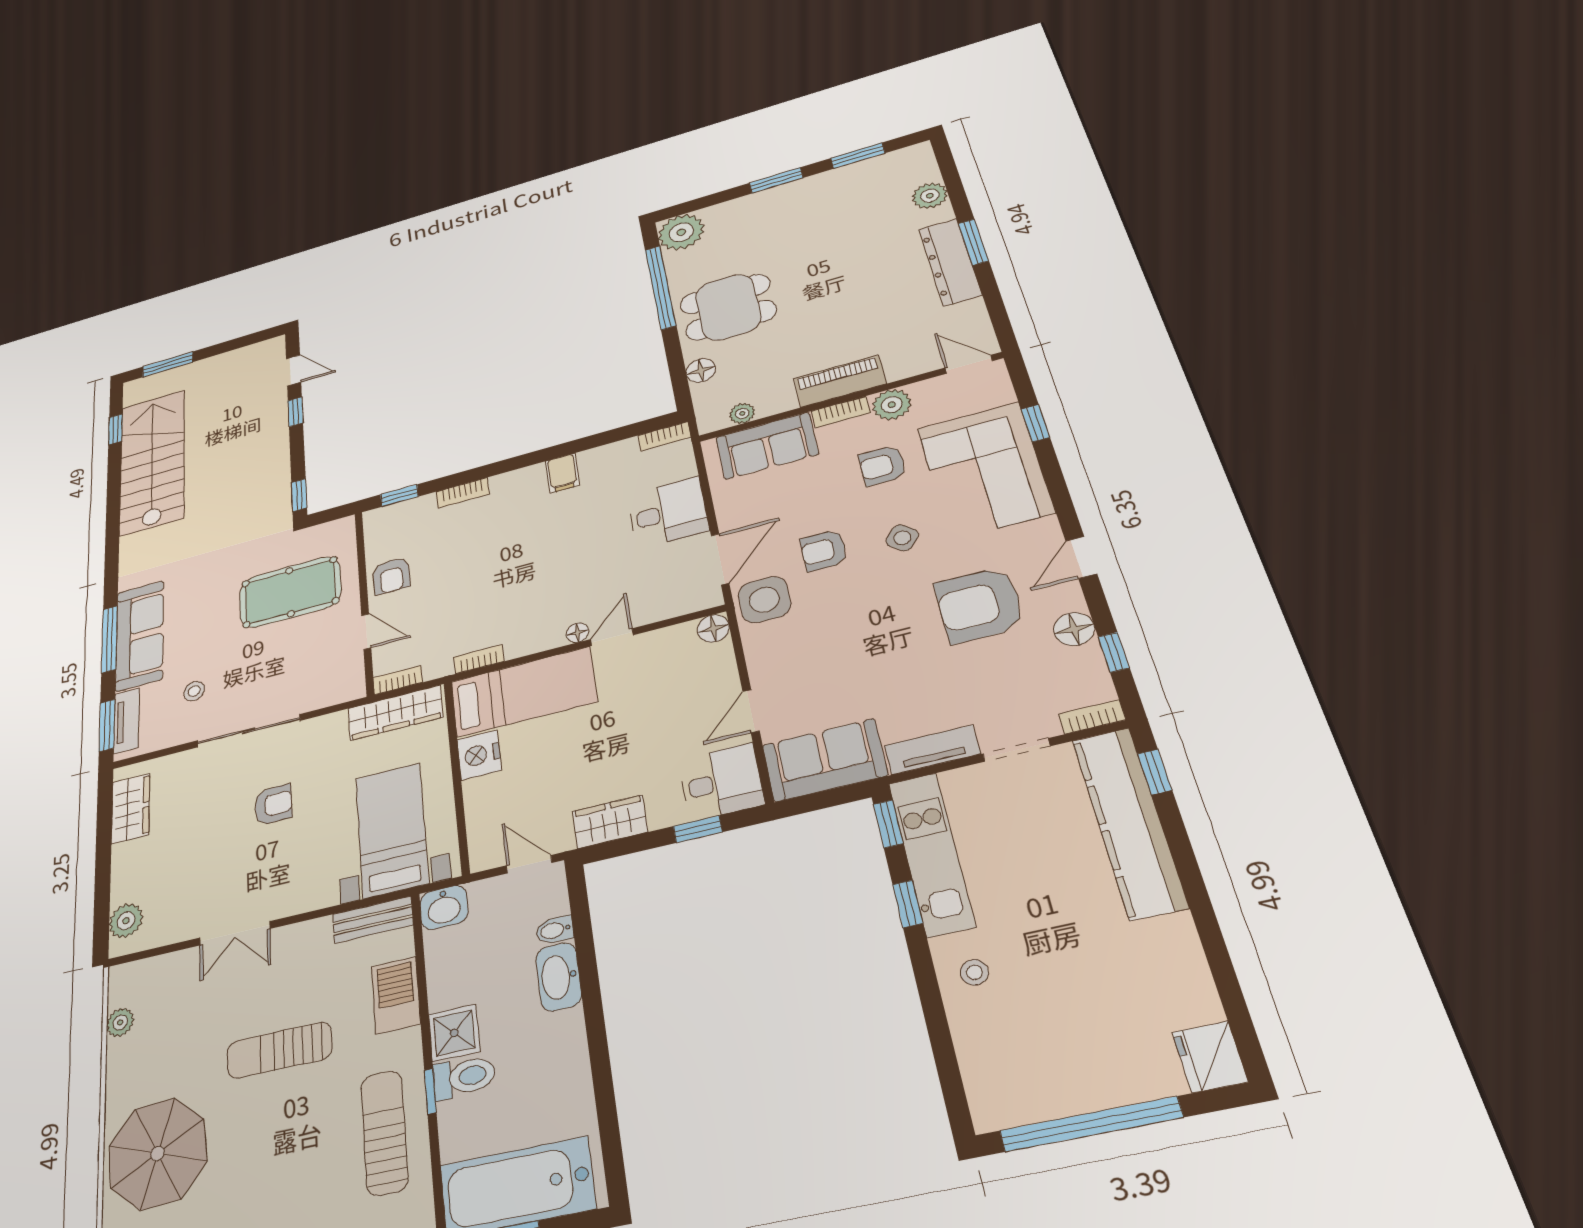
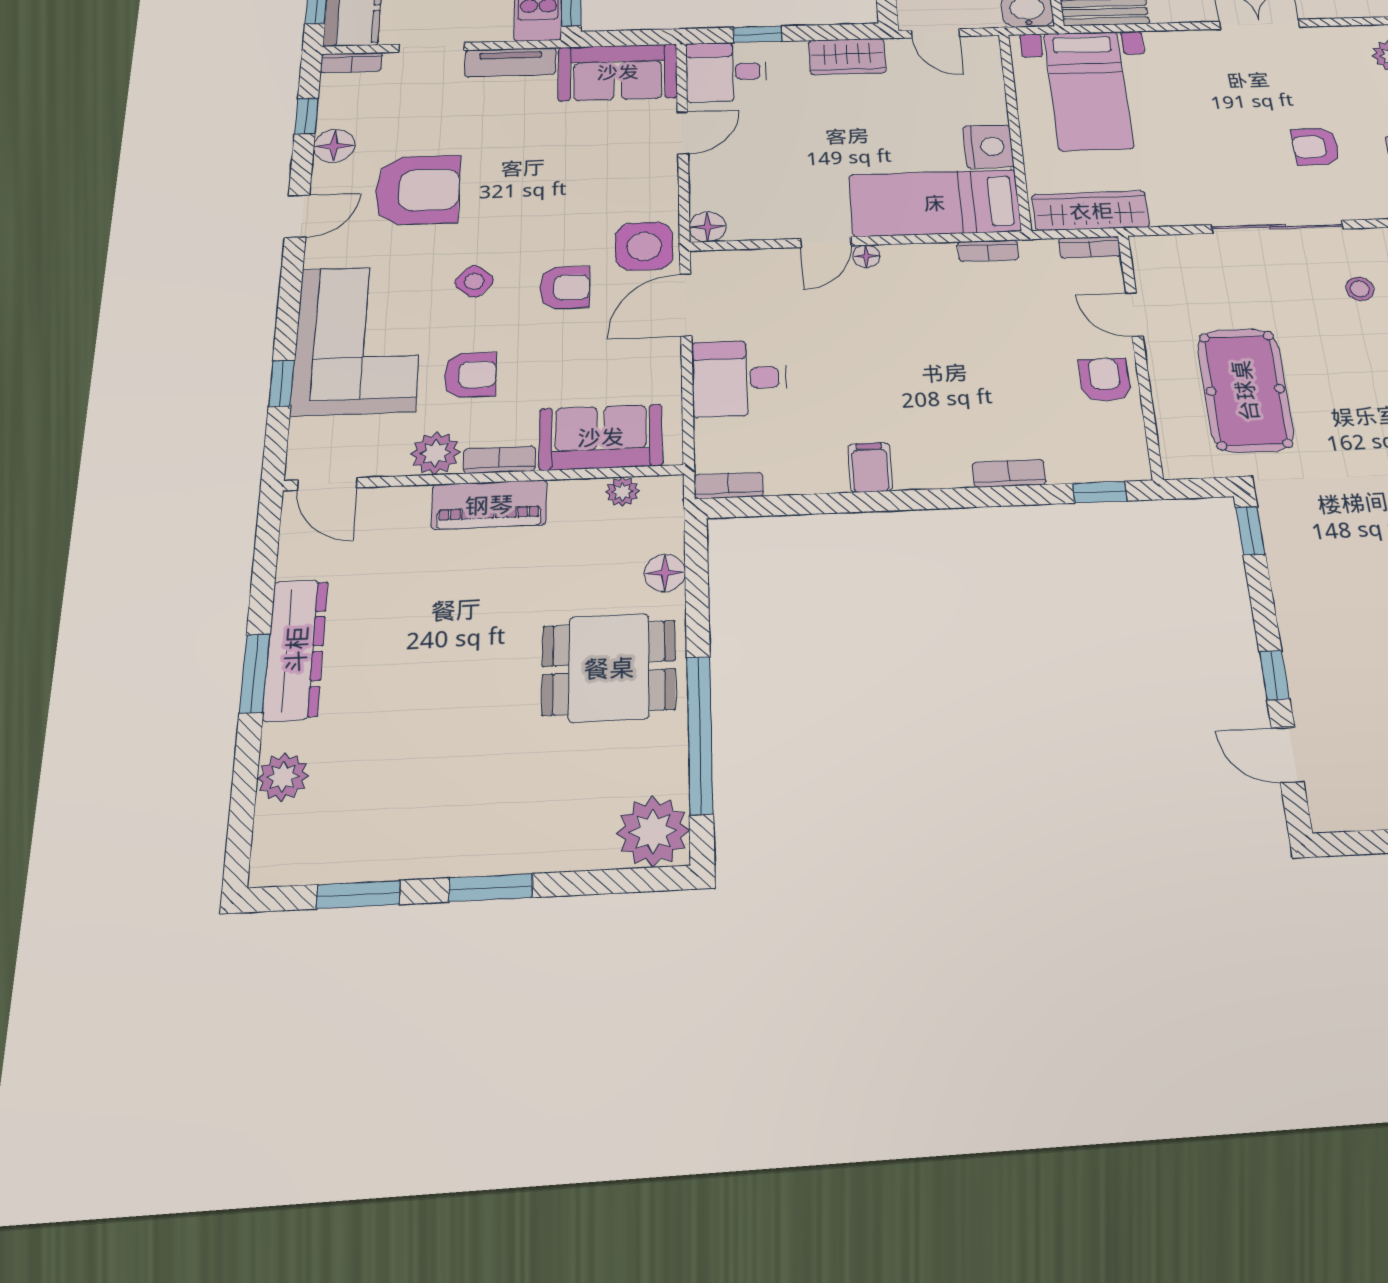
pool table: (290, 592) -> (1245, 390), turned 90
armchair: (273, 805) -> (1315, 147), moved

